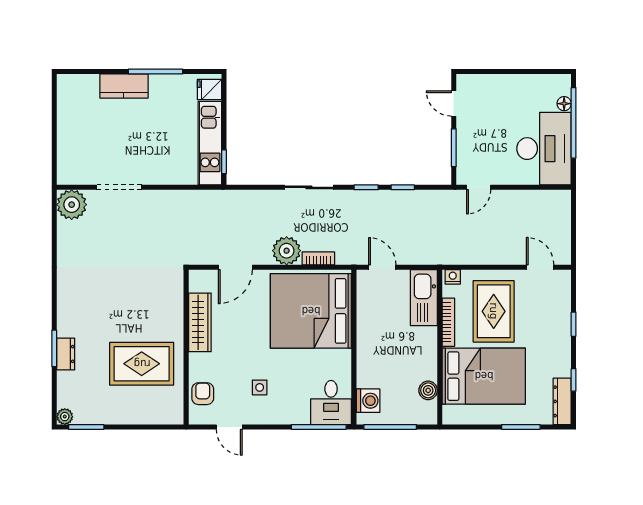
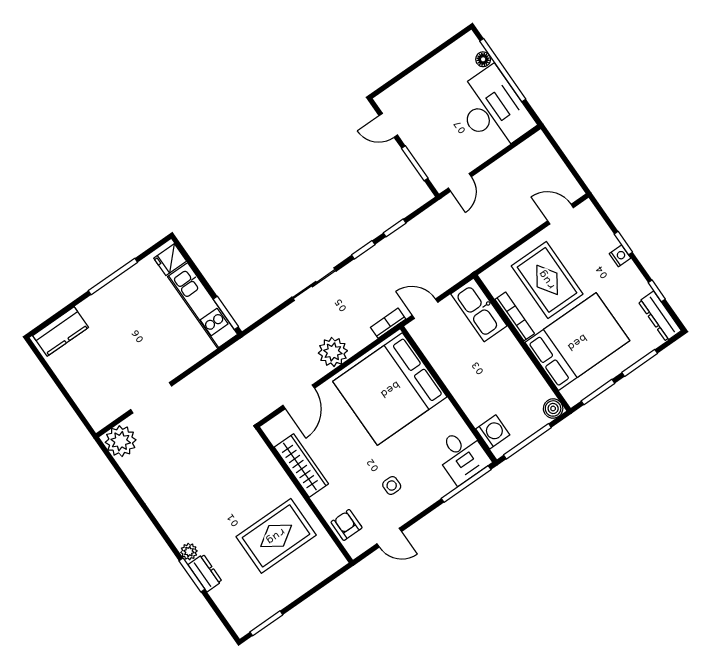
kitchen counter: (124, 86) -> (61, 331), moved
window: (224, 162) -> (226, 313), width x1.50
bookcase: (318, 258) -> (388, 323), moved
nightstand: (453, 277) -> (620, 256), moved, turned 90
boiler: (428, 390) -> (553, 408), moved
plant: (65, 417) -> (189, 552), moved
window: (472, 427) -> (598, 392), added

